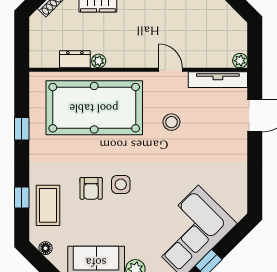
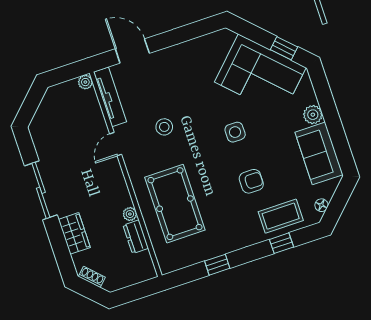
pool table: (94, 108) -> (175, 204), width x0.73, depth x0.76
side table: (121, 184) -> (235, 132), moved

